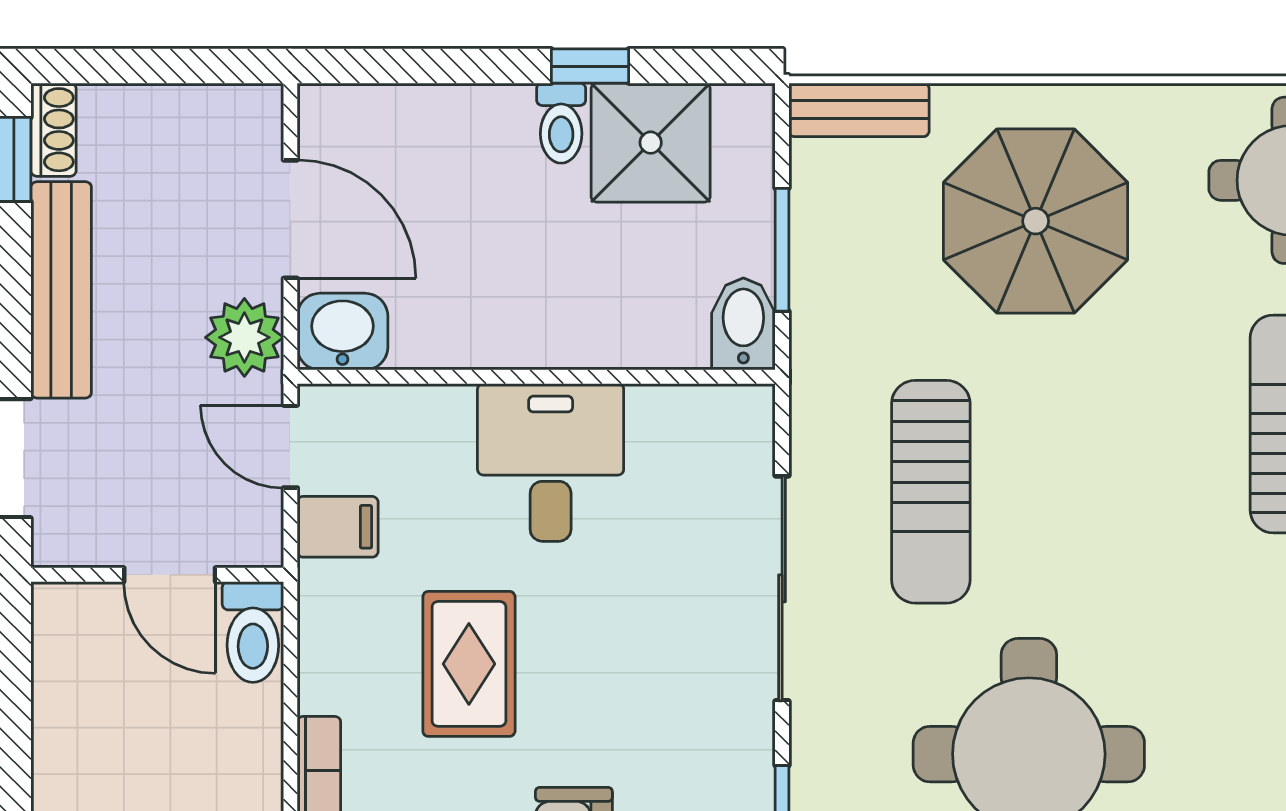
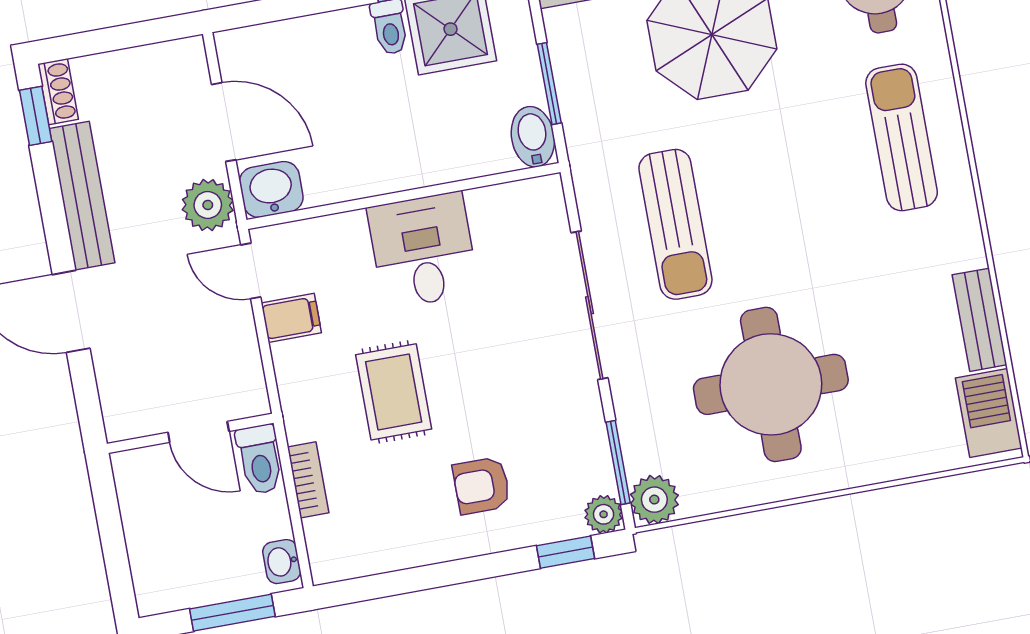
wall: (157, 575) -> (190, 433), moved
door: (170, 575) -> (198, 432), moved
toilet: (253, 632) -> (260, 459), moved

